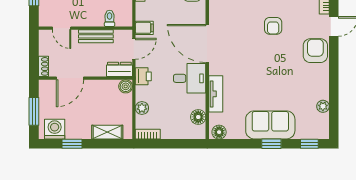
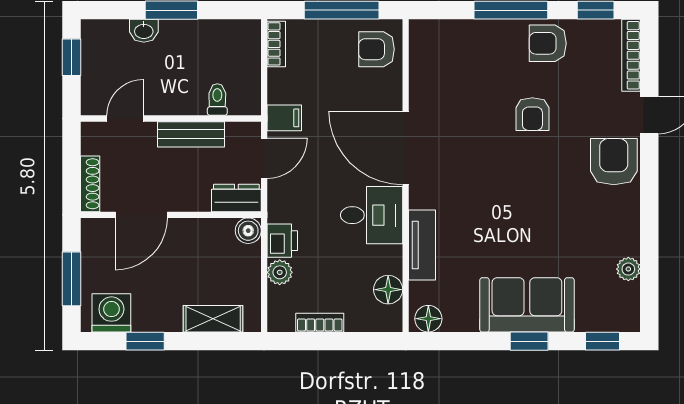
door: (62, 28) -> (125, 119), swing flipped
shoe rack: (43, 66) -> (90, 184), width x1.43
printer: (143, 76) -> (282, 241), moved
bookcase: (148, 134) -> (320, 323), moved

